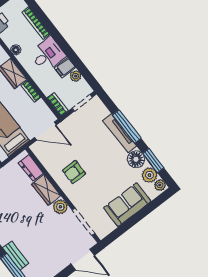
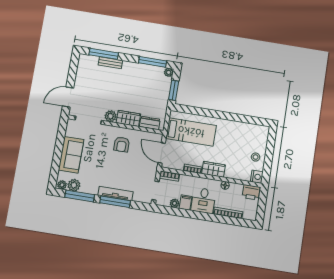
door: (45, 131) -> (162, 153), hinge flipped
floor lamp: (136, 159) -> (91, 187), removed
window: (153, 161) -> (80, 196), width x1.44
armchair: (74, 172) -> (122, 144), turned 180

